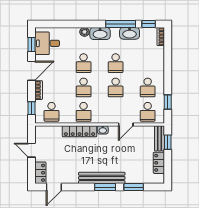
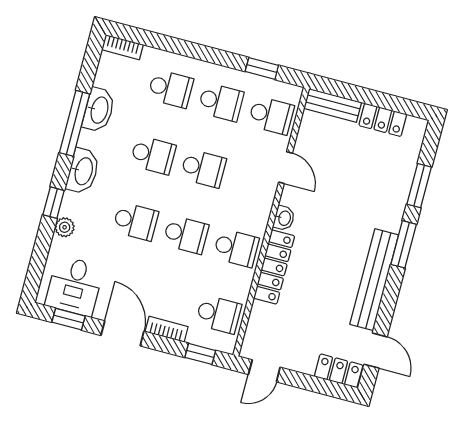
window: (149, 24) -> (54, 203), moved
plant: (85, 32) -> (65, 227), moved
school desk: (148, 63) -> (171, 89), added
window: (168, 142) -> (345, 90), removed
door: (31, 150) -> (264, 371), moved
bench: (102, 178) -> (374, 280), moved

